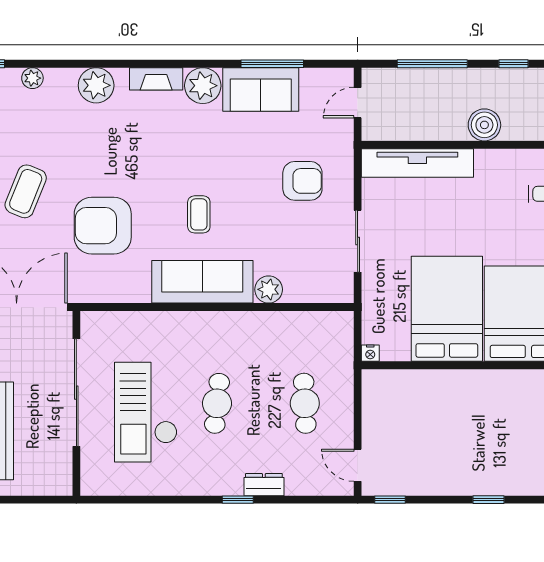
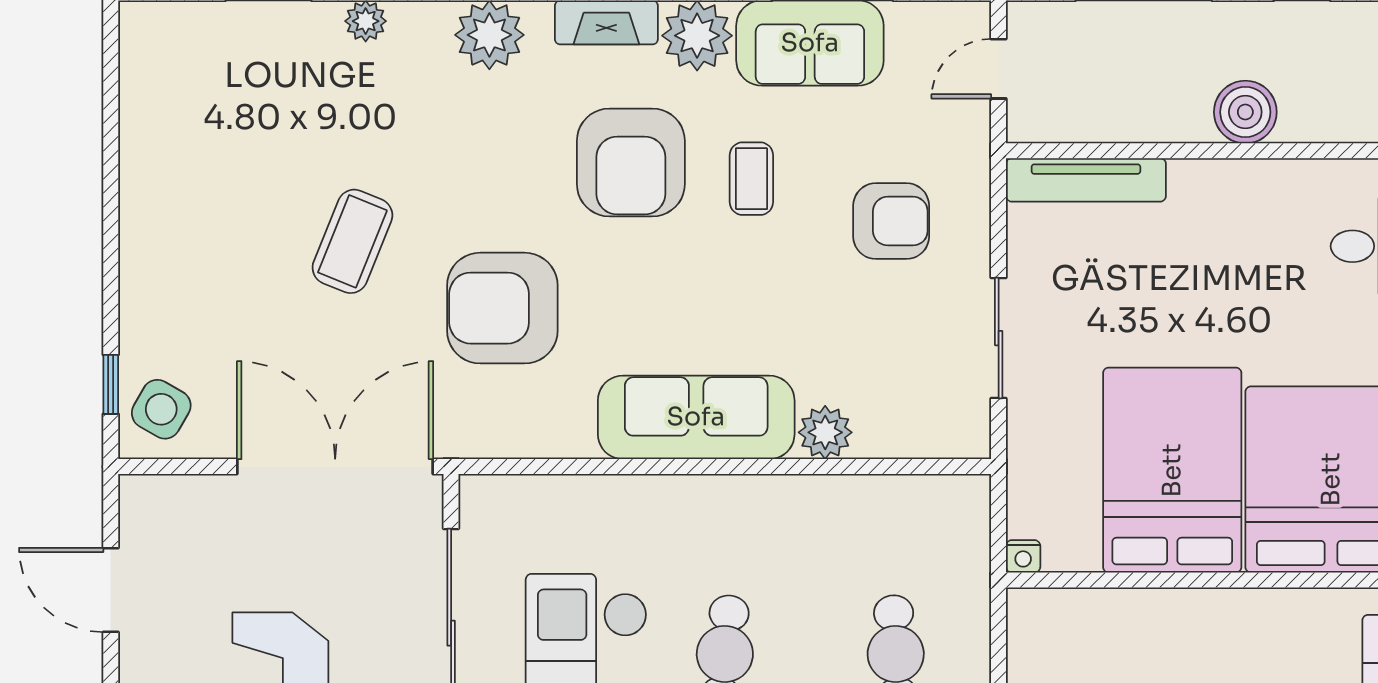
armchair: (169, 151) -> (631, 162), added
tv unit: (417, 163) -> (1086, 180), width x0.73, depth x0.78
coffee table: (199, 214) -> (751, 179), moved

